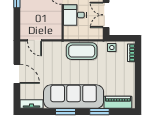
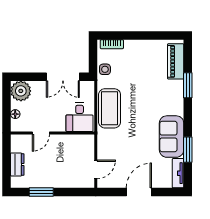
desk: (75, 15) -> (80, 117), moved
sofa: (74, 97) -> (172, 137), width x0.54, depth x0.79
window: (65, 112) -> (188, 150), moved

